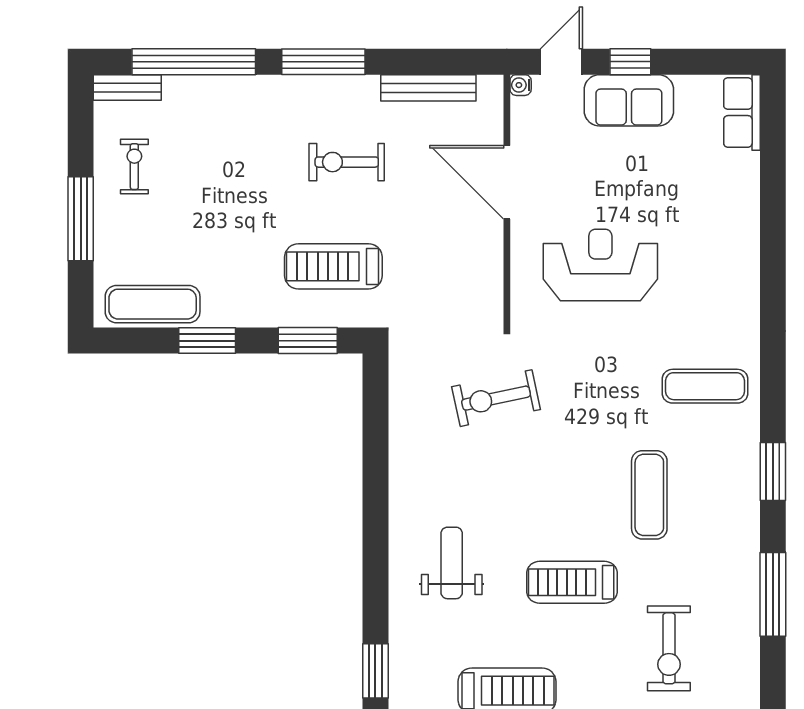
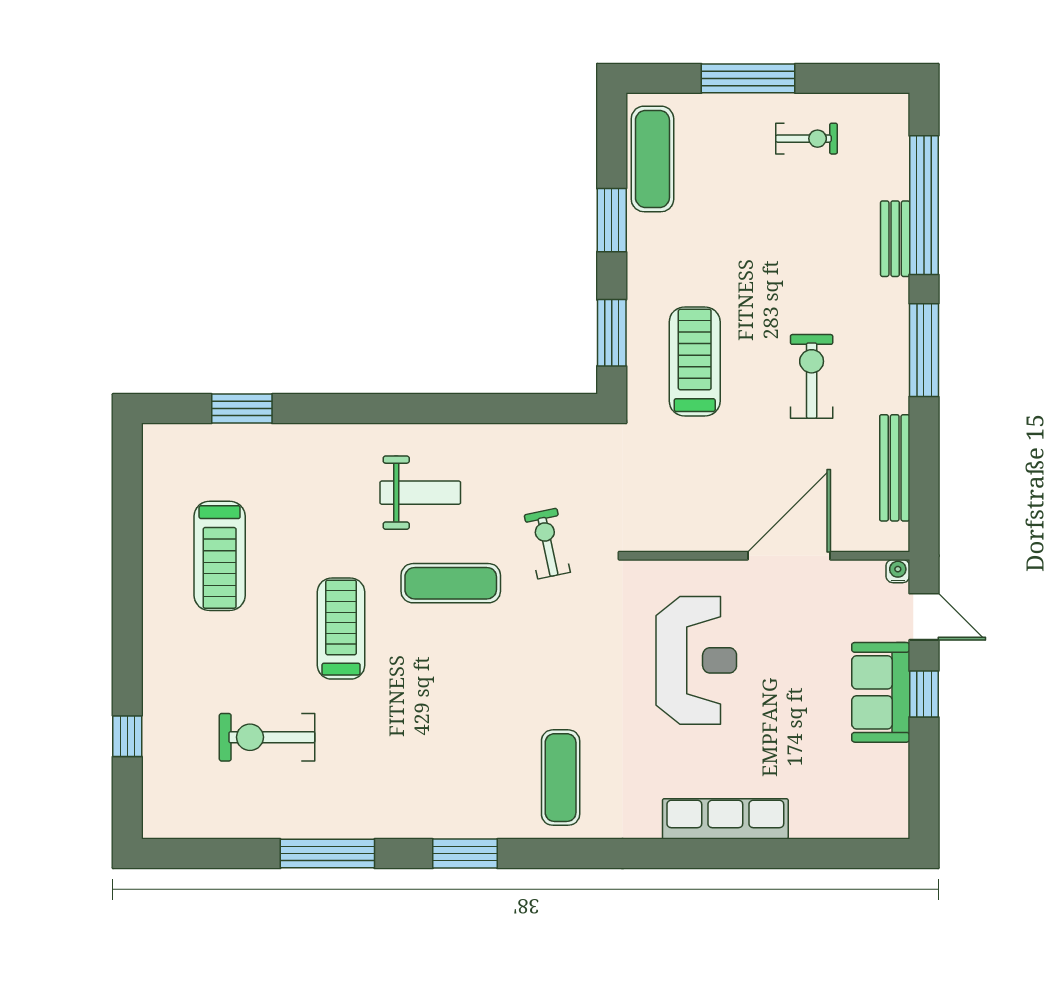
bench: (127, 87) -> (895, 239), moved
row of seats: (742, 112) -> (725, 819), moved, width x1.48
exercise bike: (496, 398) -> (547, 544), width x0.73, depth x0.72
exercise mat: (649, 495) -> (451, 583), moved
weight bench: (452, 563) -> (420, 493), moved

